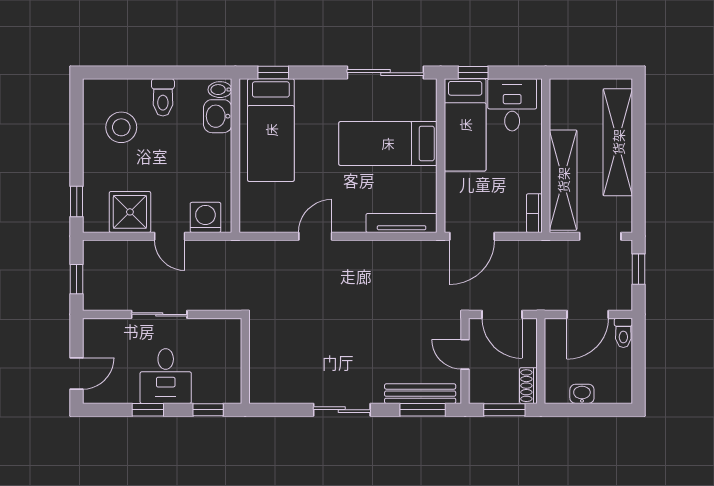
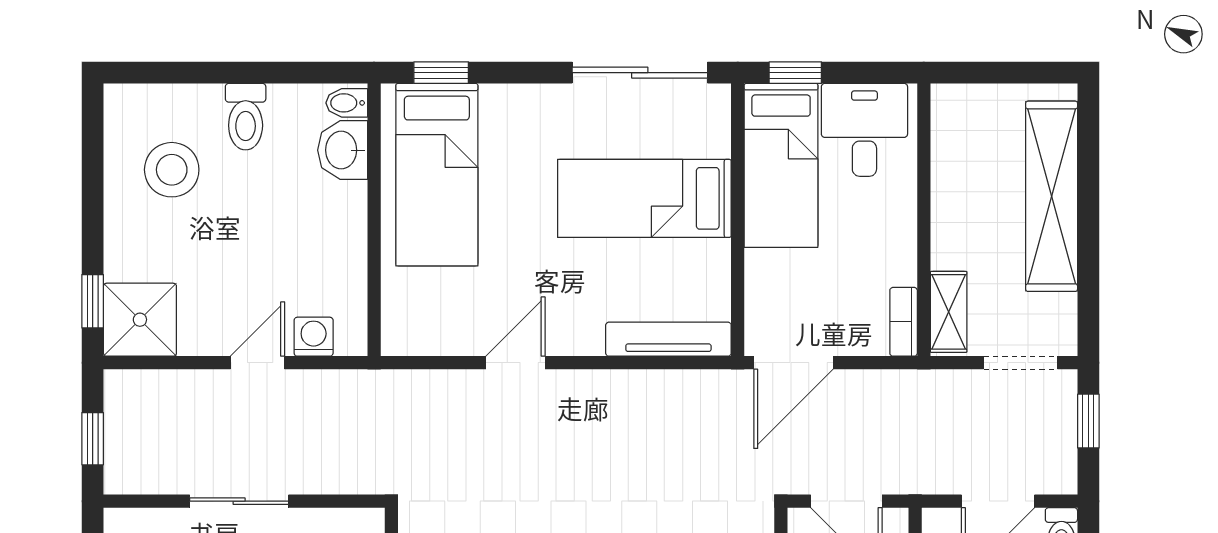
shelving: (563, 180) -> (949, 312), width x0.45, depth x0.75
shower: (130, 212) -> (140, 320), moved
washing machine: (205, 217) -> (314, 337), width x0.73, depth x0.73
door: (170, 236) -> (258, 363), swing flipped

